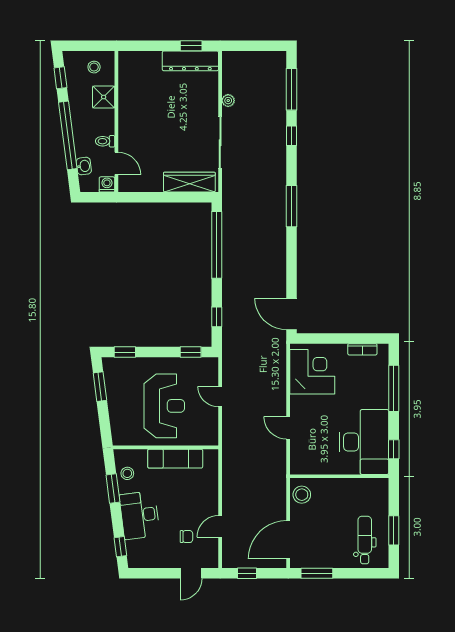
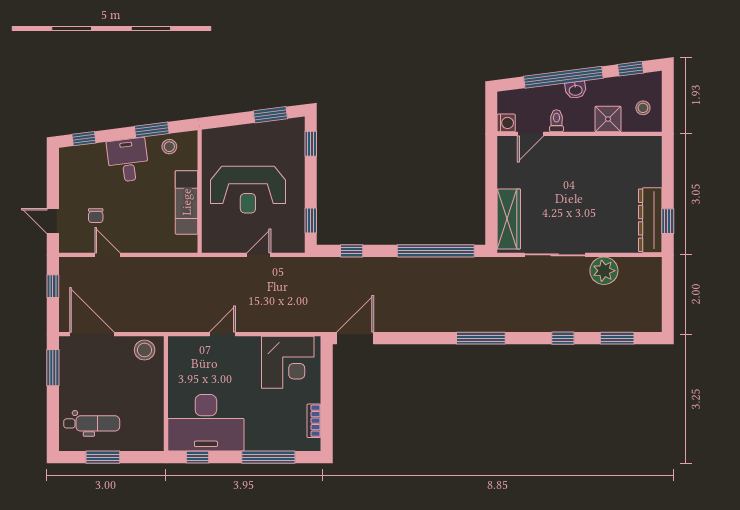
window: (292, 89) -> (617, 338), width x0.69
plant: (228, 101) -> (604, 271), width x1.88, depth x1.88
washbasin: (84, 166) -> (576, 90), moved
desk: (140, 515) -> (128, 160), width x0.73

